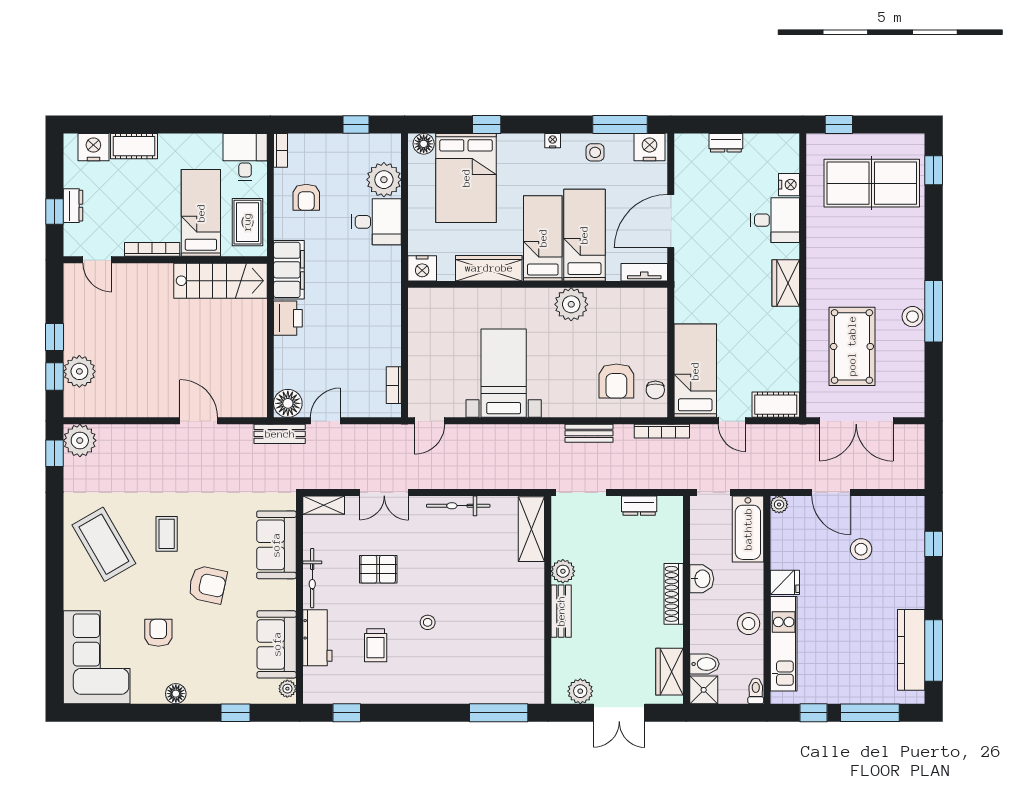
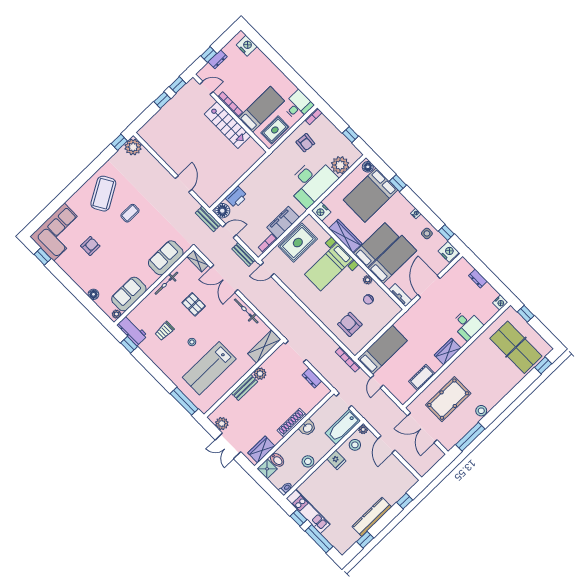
window: (620, 124) -> (446, 233), width x0.46
cot: (134, 146) -> (262, 60), removed
nightstand: (789, 185) -> (500, 303), moved
armchair: (306, 197) -> (305, 143), turned -85
door: (671, 221) -> (429, 287), hinge flipped
desk: (376, 222) -> (312, 182), width x1.87, depth x1.30
door: (97, 260) -> (206, 88), swing flipped
filing cabinet: (289, 270) -> (283, 222), moved, turned 180
stairs: (220, 281) -> (227, 125), moved
plant: (571, 304) -> (368, 280), width x0.53, depth x0.53
window: (934, 311) -> (470, 437), moved
printer: (288, 318) -> (236, 197), moved
rug: (434, 342) -> (298, 243), added
plant: (79, 371) -> (159, 122), removed
bed with nightstands: (504, 373) -> (329, 267), moved, turned 180
window: (55, 377) -> (178, 85), moved
armchair: (616, 381) -> (350, 324), turned 90
chair: (655, 390) -> (368, 299), moved
cot: (776, 405) -> (422, 377), moved, turned 90
bench: (589, 433) -> (244, 255), moved
double door: (384, 492) -> (224, 279), width x1.37
stool: (861, 549) -> (355, 445), moved
armchair: (208, 585) -> (126, 247), removed
lab bench: (487, 634) -> (209, 368), added
workbench: (317, 638) -> (132, 330), moved, turned -90
kitchen unit: (784, 644) -> (308, 511), moved, turned -90
kitchen counter: (911, 650) -> (372, 517), moved
window: (934, 650) -> (365, 540), width x0.46
floor lamp: (176, 694) -> (93, 294), moved
window: (236, 713) -> (43, 257), moved

